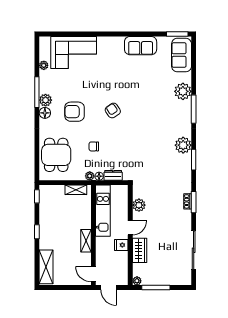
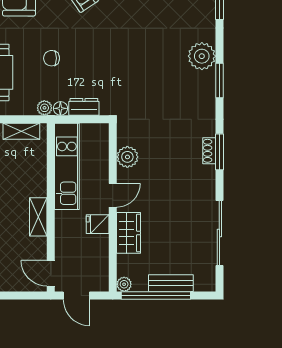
bench: (165, 280) -> (171, 283), added
window: (156, 287) -> (156, 295), width x1.46

